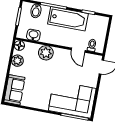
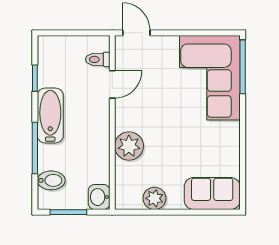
bathtub: (68, 19) -> (50, 115), width x0.73, depth x0.73
washbasin: (33, 35) -> (99, 197), moved
floor lamp: (19, 46) -> (124, 200), removed

